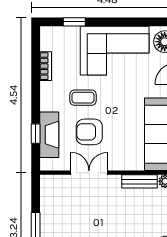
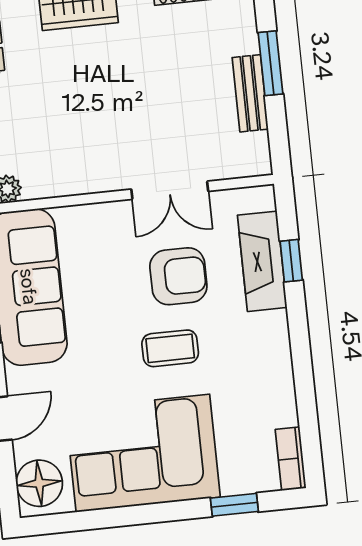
bookcase: (46, 66) -> (291, 459), moved
coffee table: (83, 98) -> (170, 348), moved
bench: (140, 181) -> (250, 93), moved, turned 90

